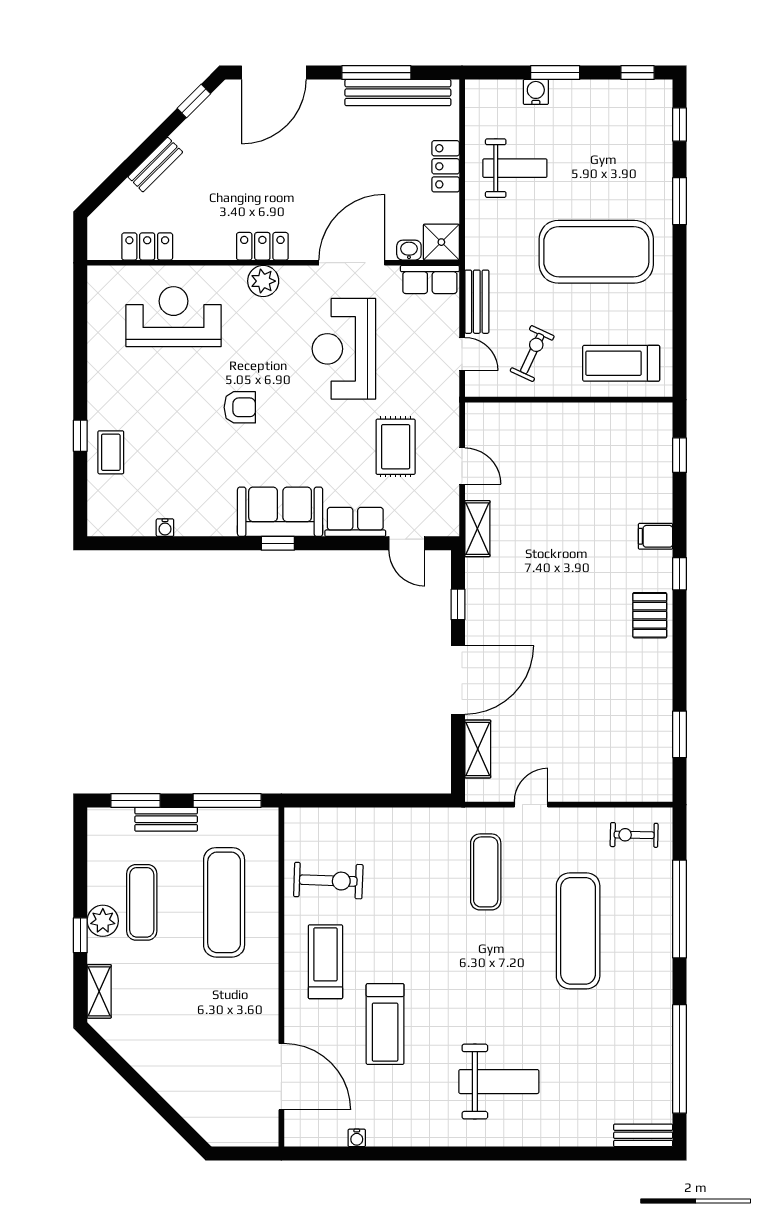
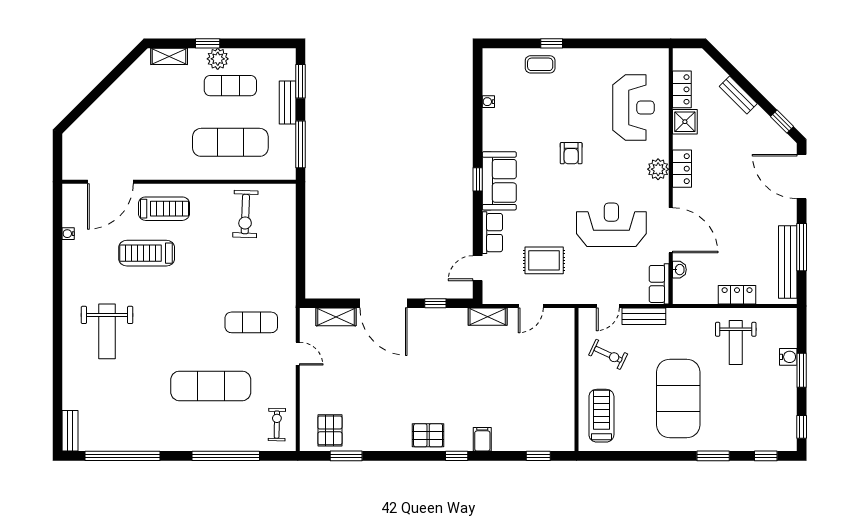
shower: (441, 242) -> (685, 122), moved
pallet: (643, 758) -> (330, 430), added
treadmill: (325, 962) -> (164, 209), moved

